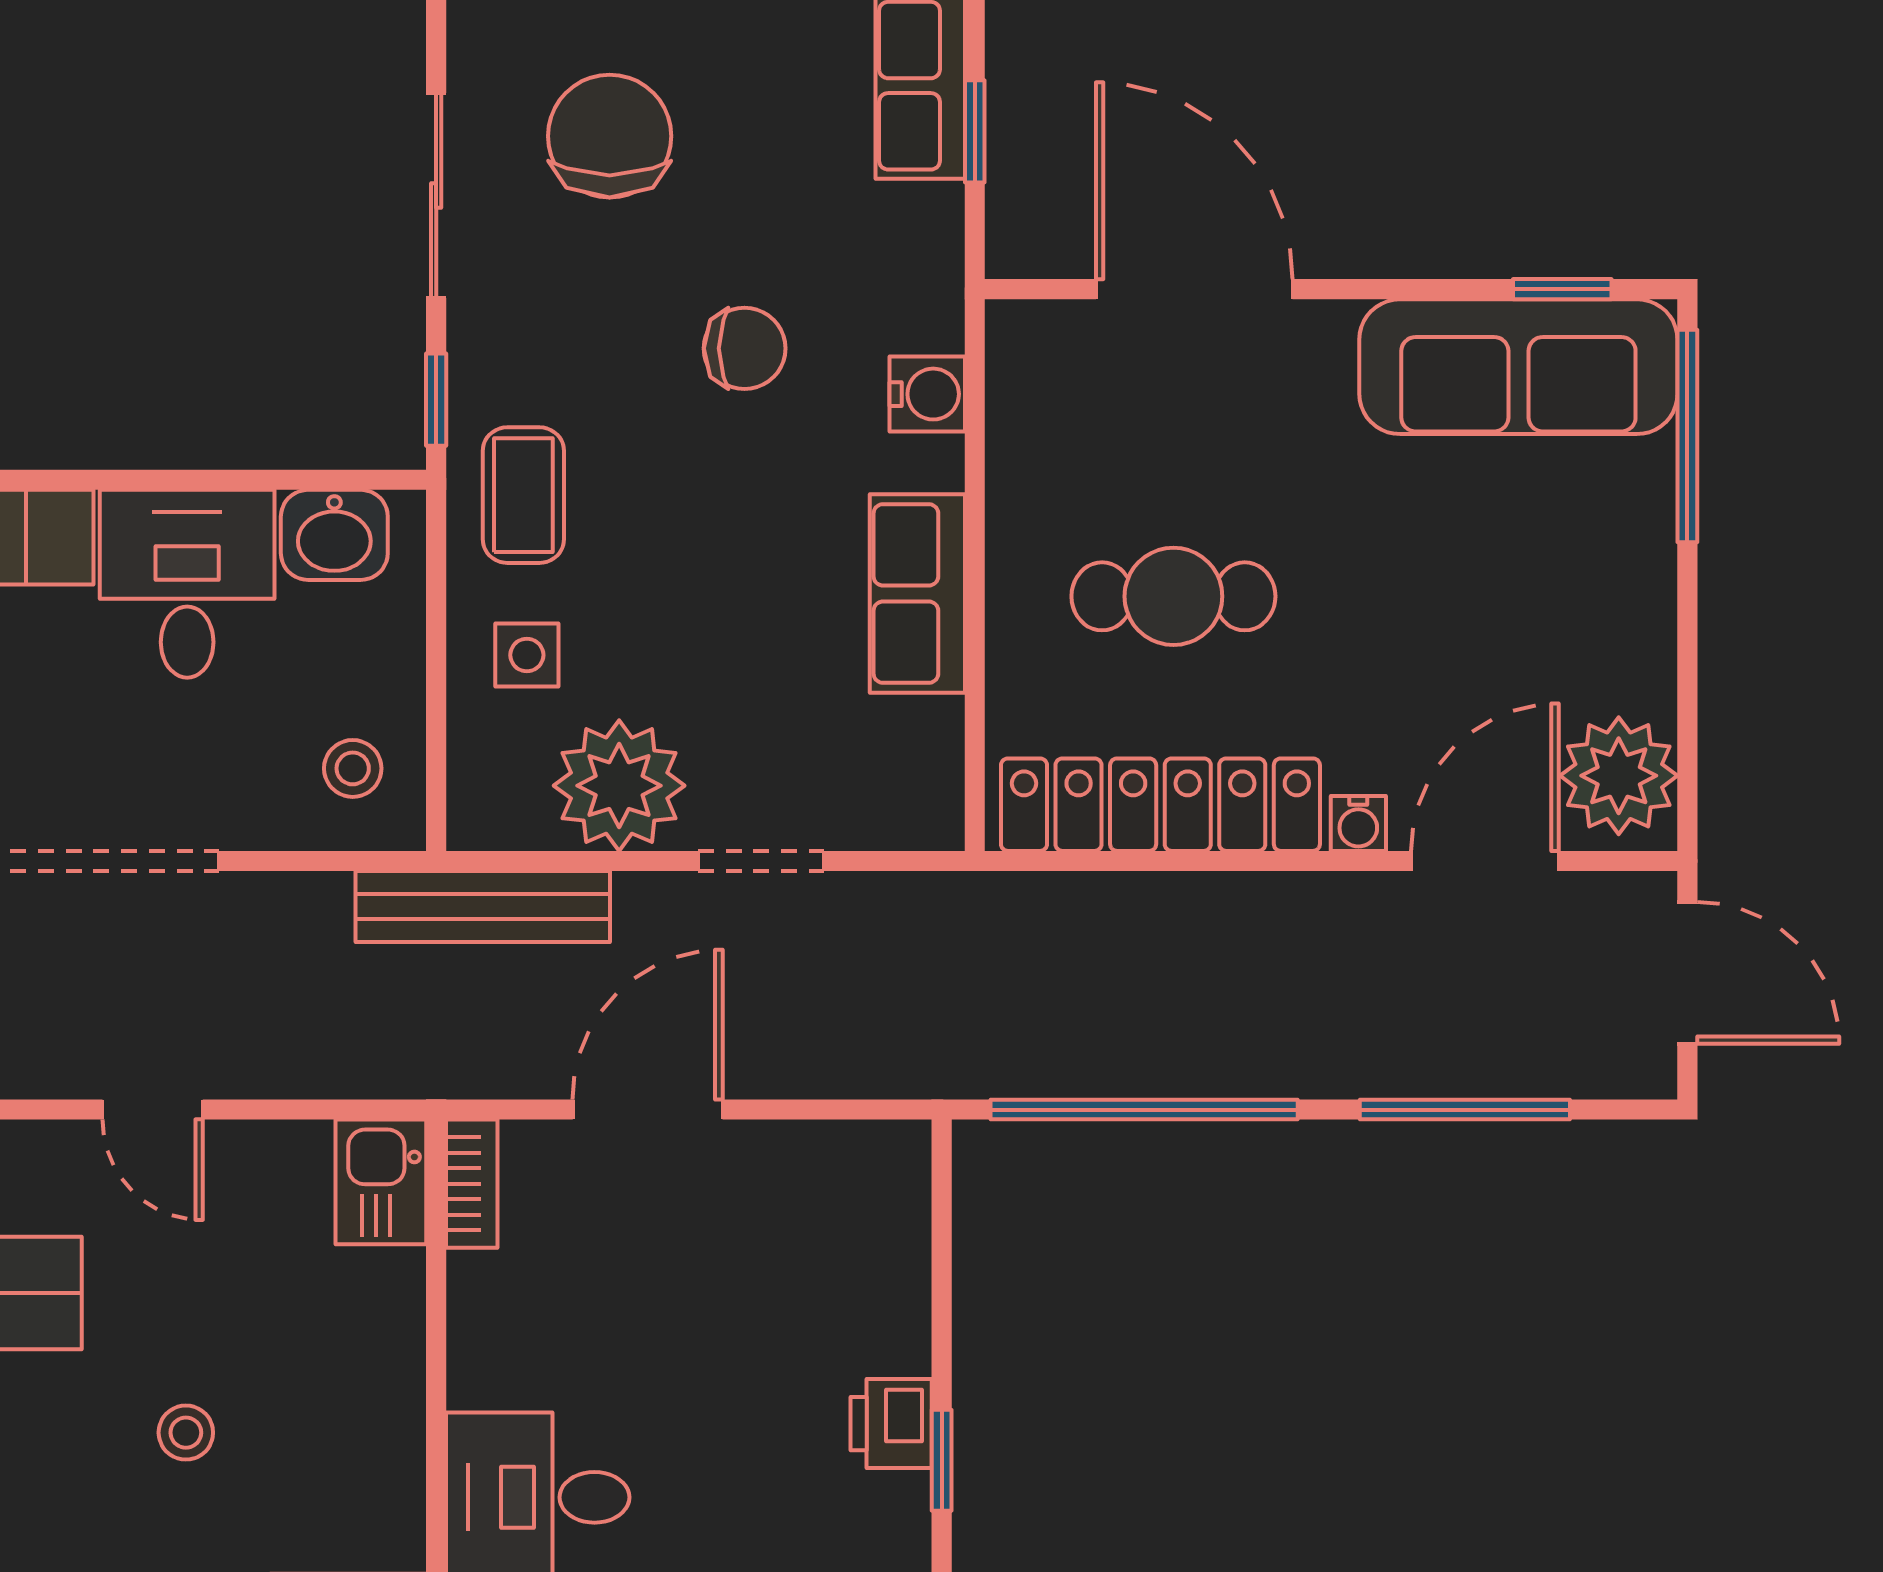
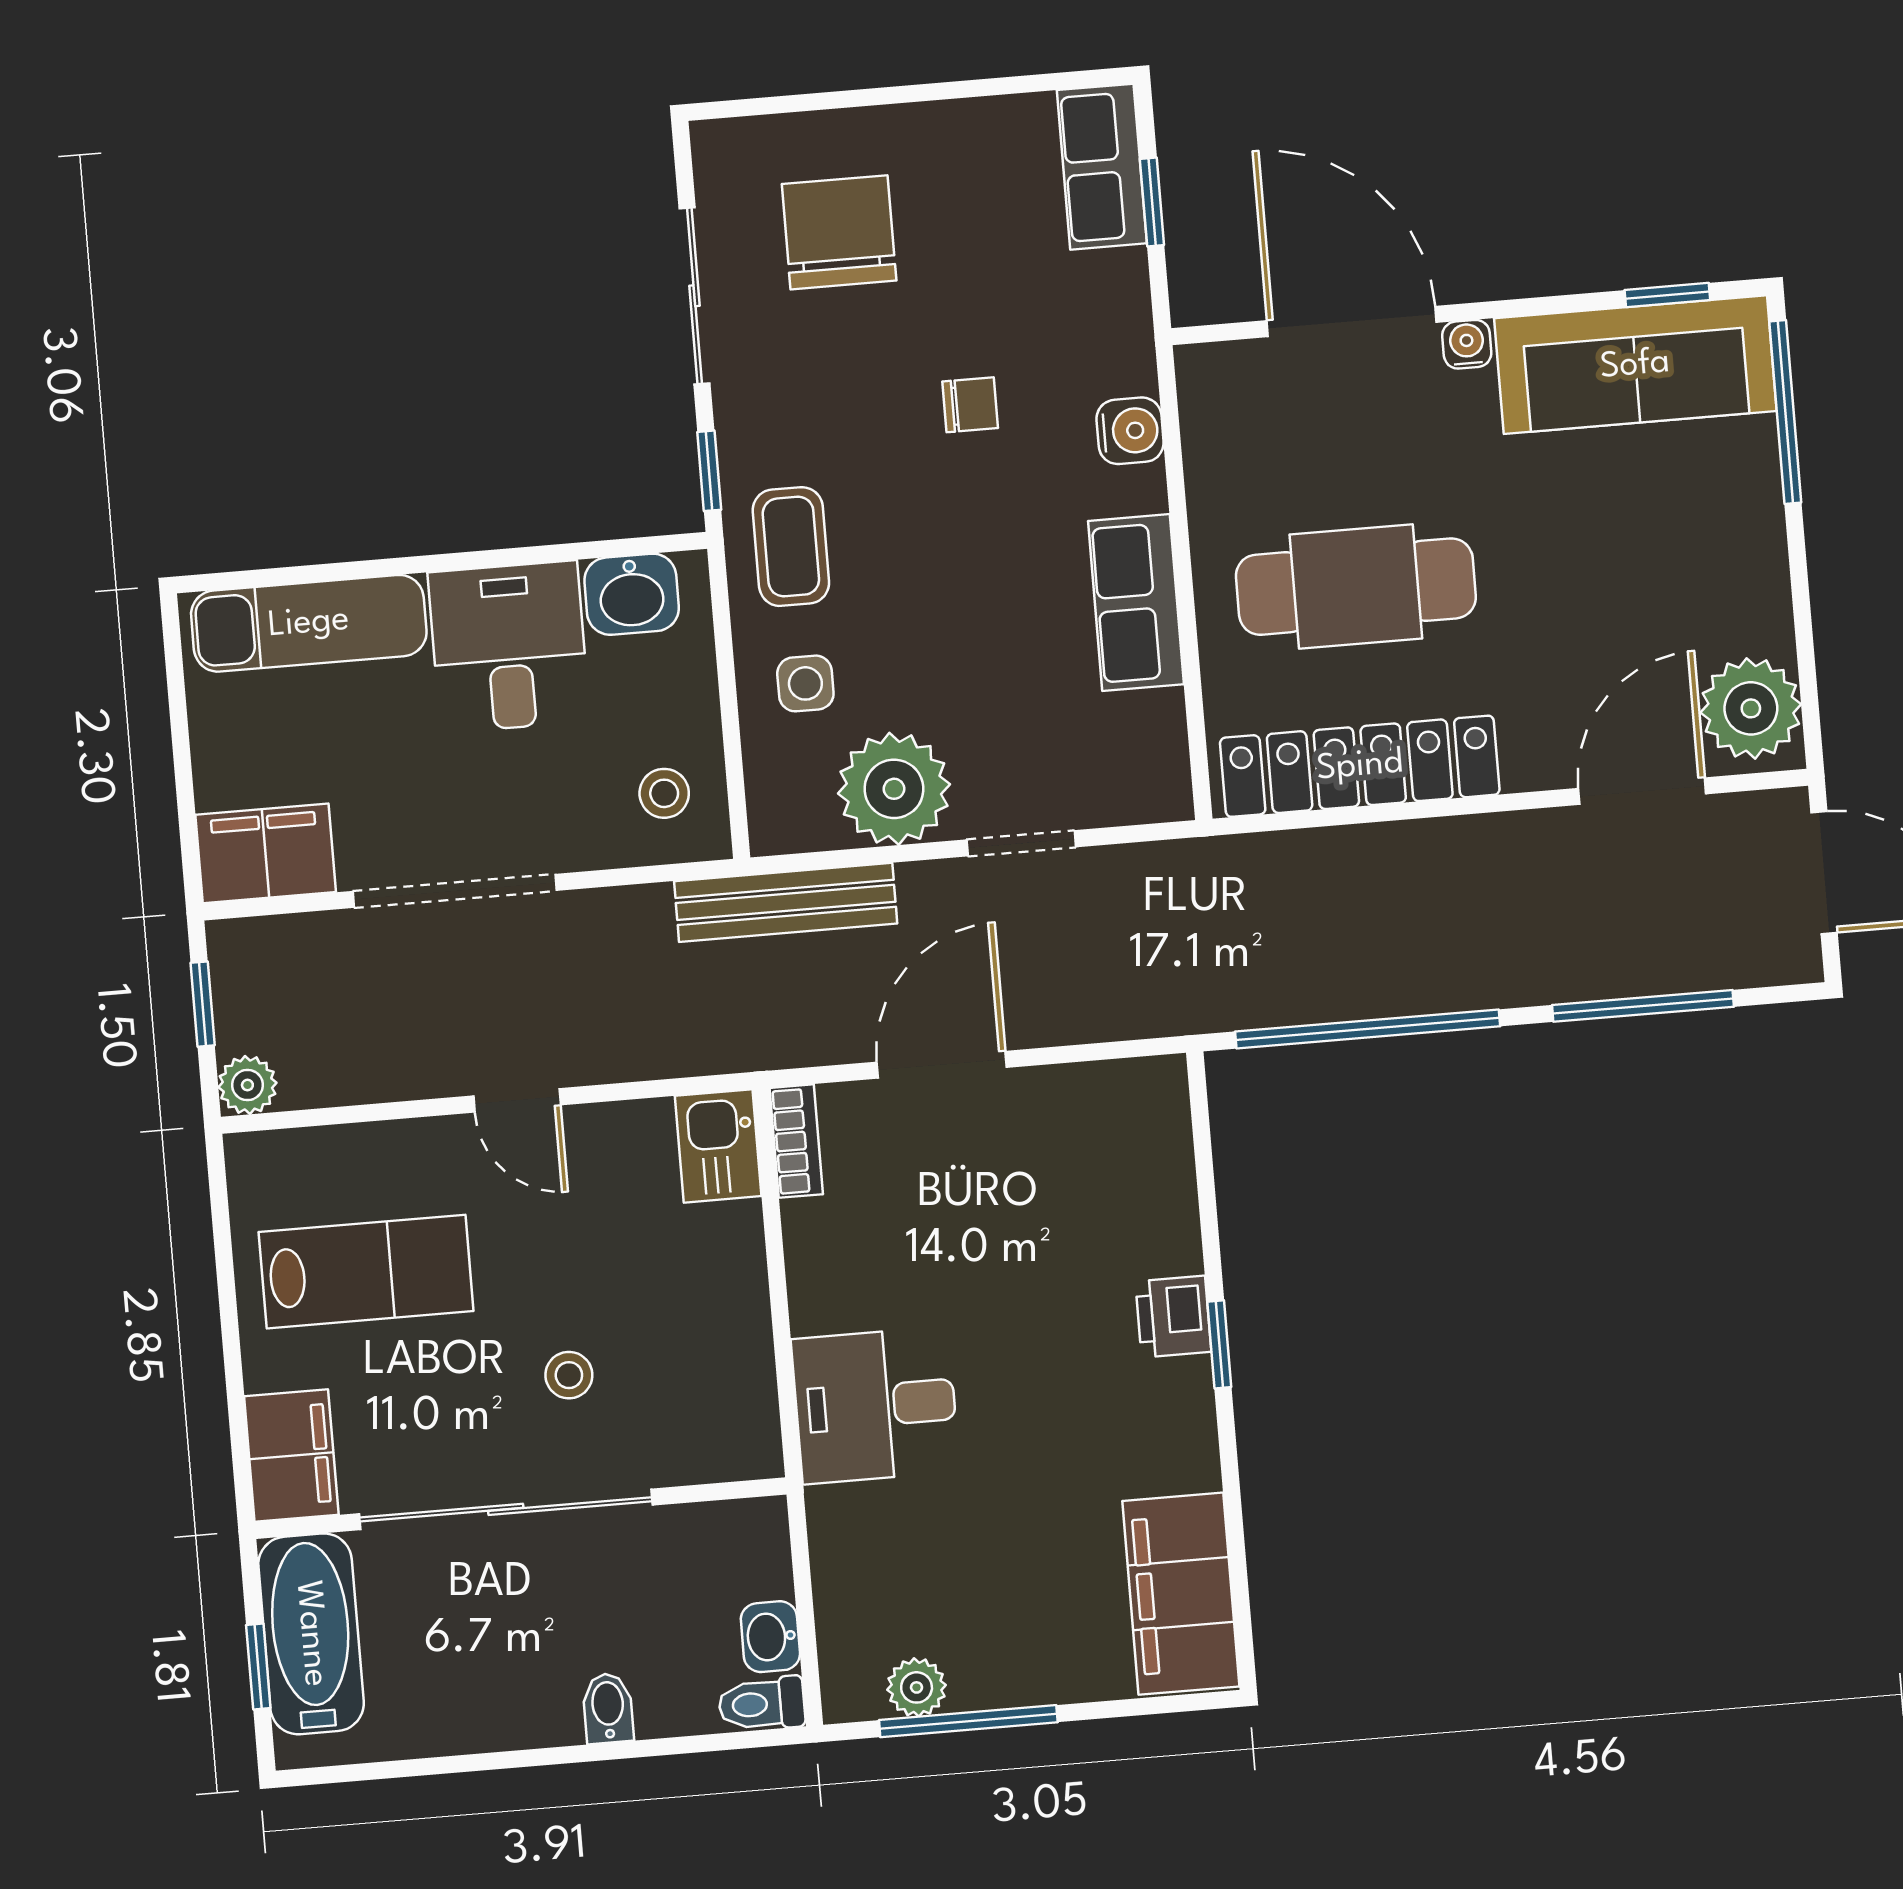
chair: (745, 348) -> (970, 405), width x0.73, depth x0.73
cafe table: (1173, 596) -> (1356, 587), width x1.37, depth x1.35
water cooler: (1358, 823) -> (1467, 344), moved, turned 180

